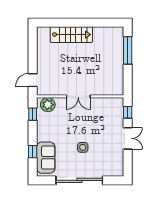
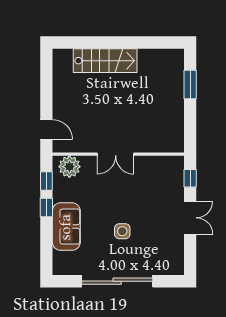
window: (128, 50) -> (190, 84), width x0.69
door: (33, 80) -> (46, 130), swing flipped
window: (33, 152) -> (46, 208), moved
sofa: (46, 158) -> (66, 227), moved

